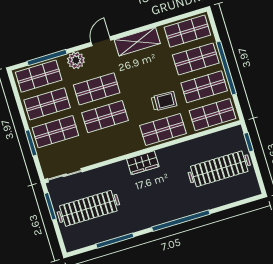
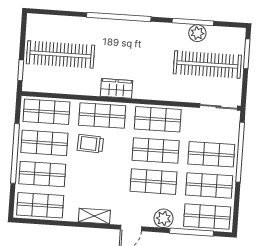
shelving: (137, 42) -> (94, 216), width x0.67, depth x0.75
window: (31, 143) -> (240, 152), width x2.11
shop shelf: (113, 144) -> (158, 119), added
wardrobe: (143, 163) -> (117, 88), moved
window: (50, 206) -> (247, 54), moved
plant: (107, 232) -> (197, 33), added

